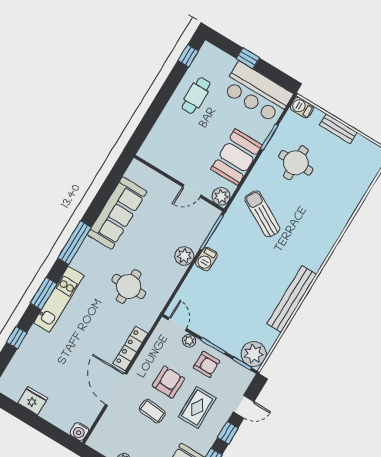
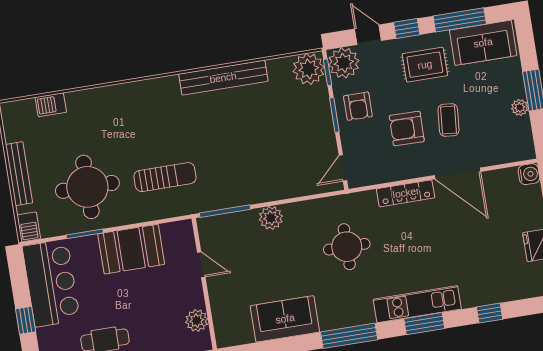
bench: (338, 129) -> (19, 174), width x1.36
round table: (296, 163) -> (87, 187), width x1.36, depth x1.36
plant: (221, 196) -> (197, 321), moved
sofa: (117, 213) -> (285, 319), width x0.73
sun lounger: (262, 214) -> (165, 177), turned -119
barbecue: (206, 259) -> (51, 105), moved, turned 180
plant: (189, 341) -> (344, 63), moved, width x1.87, depth x1.87
armchair: (206, 364) -> (358, 106), turned 180
door: (116, 389) -> (457, 173), hinge flipped
rug: (197, 407) -> (425, 65), moved

